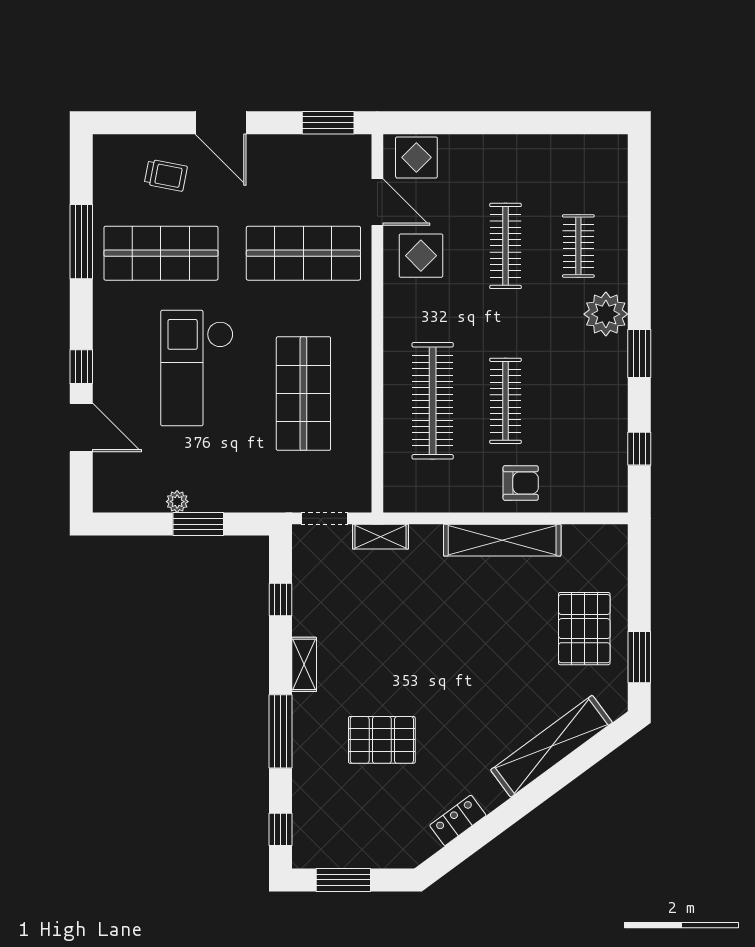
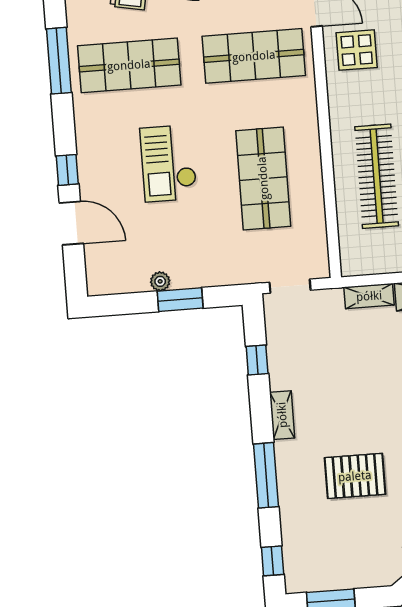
checkout: (197, 368) -> (169, 163), width x0.73, depth x0.83
shelving: (380, 537) -> (369, 296), moved

